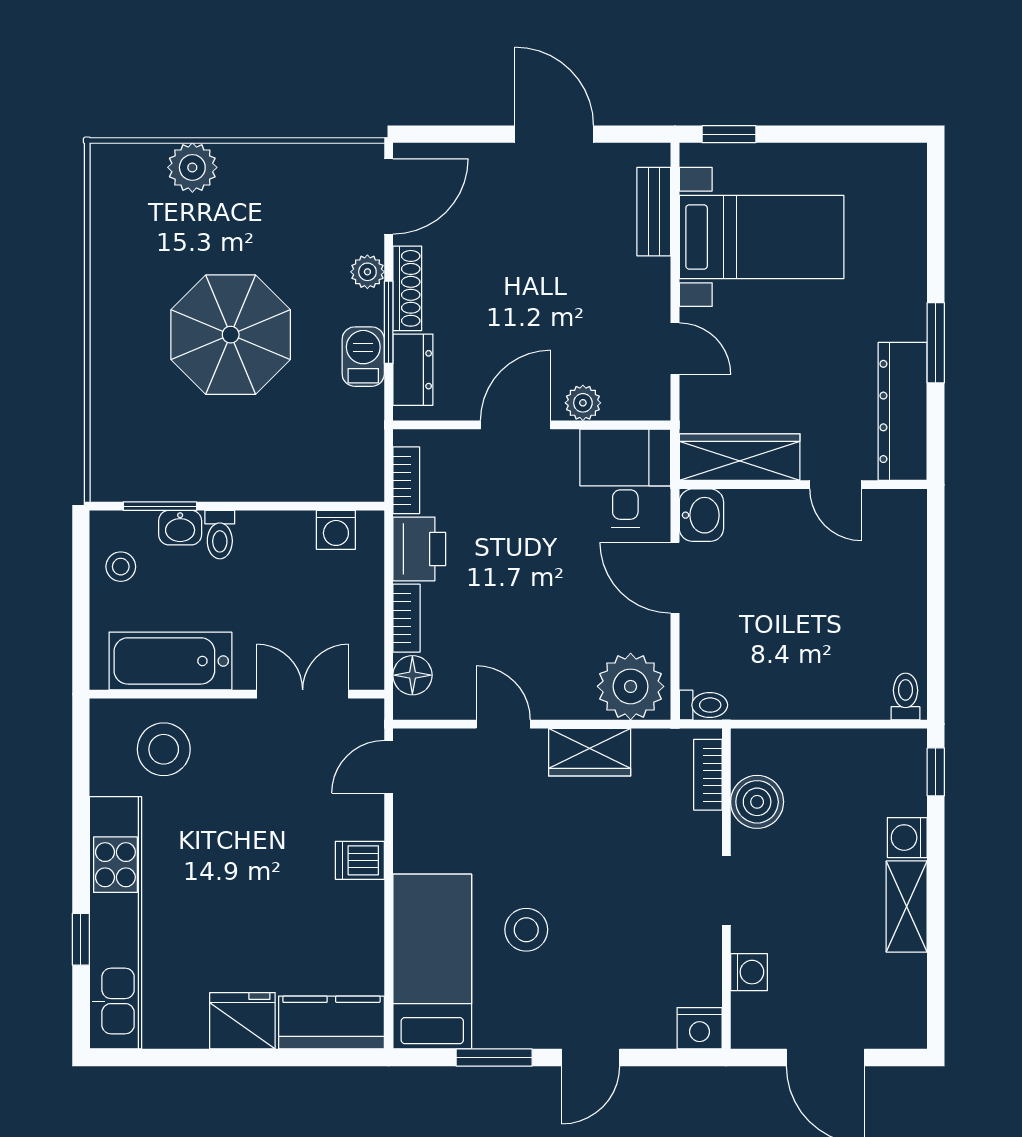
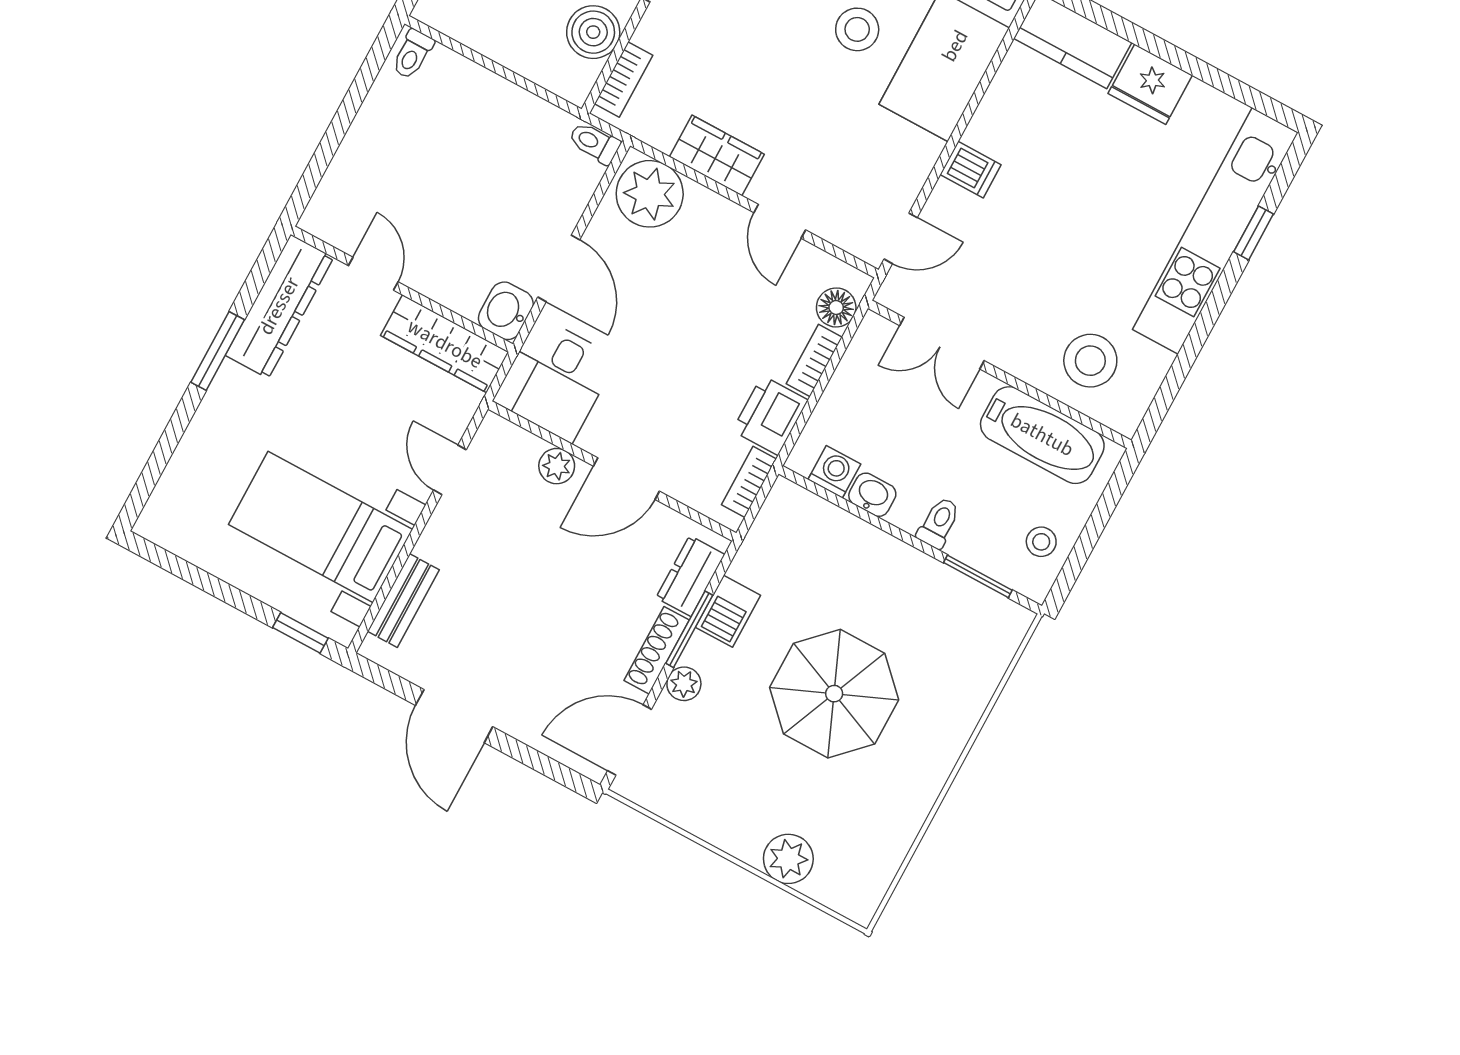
washbasin: (180, 528) -> (872, 495), moved

